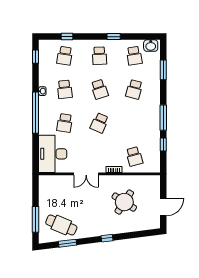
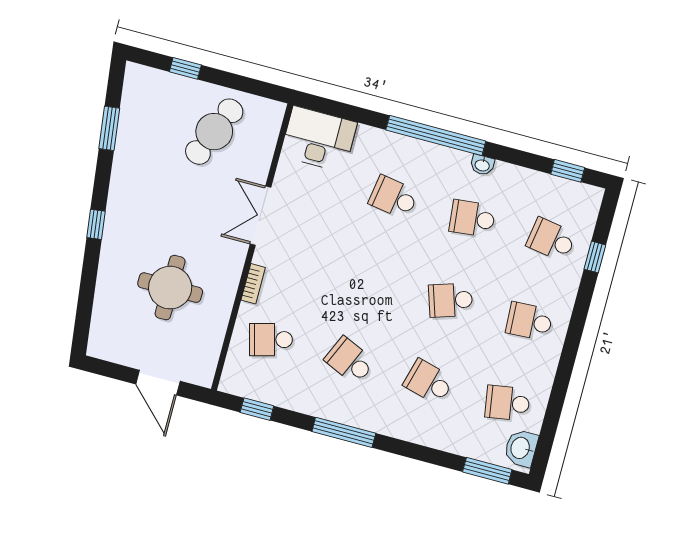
window: (114, 37) -> (565, 367), removed
window: (163, 70) -> (487, 471), moved
school desk: (99, 123) -> (350, 361), moved
window: (163, 144) -> (257, 409), moved
desk: (53, 154) -> (319, 139), width x0.73, depth x0.77
round table: (124, 202) -> (170, 288), turned -33
door: (163, 207) -> (158, 383), moved
window: (36, 219) -> (185, 68), width x0.46
cafe table: (61, 225) -> (214, 132), moved

